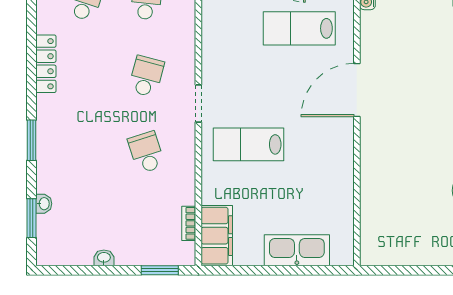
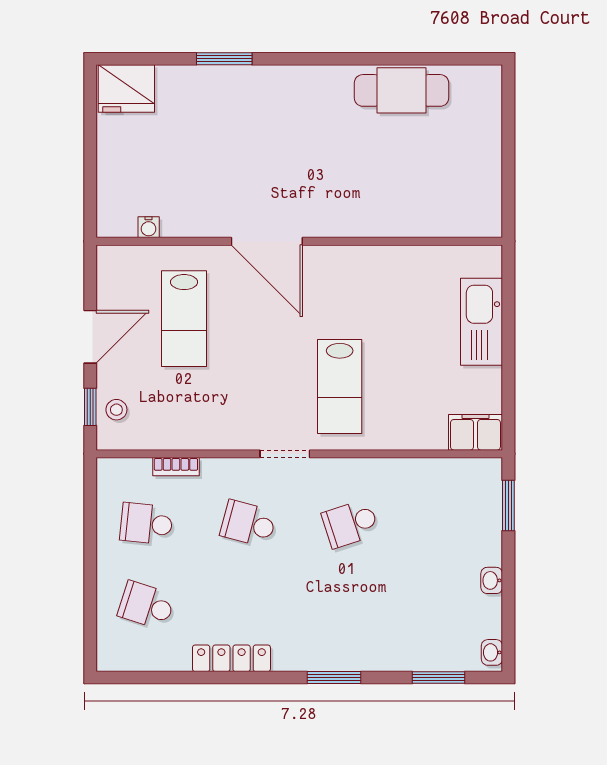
washbasin: (44, 204) -> (492, 652), moved, turned -90
bookcase: (189, 223) -> (176, 467), moved
filing cabinet: (217, 236) -> (475, 432), width x0.67, depth x0.86

